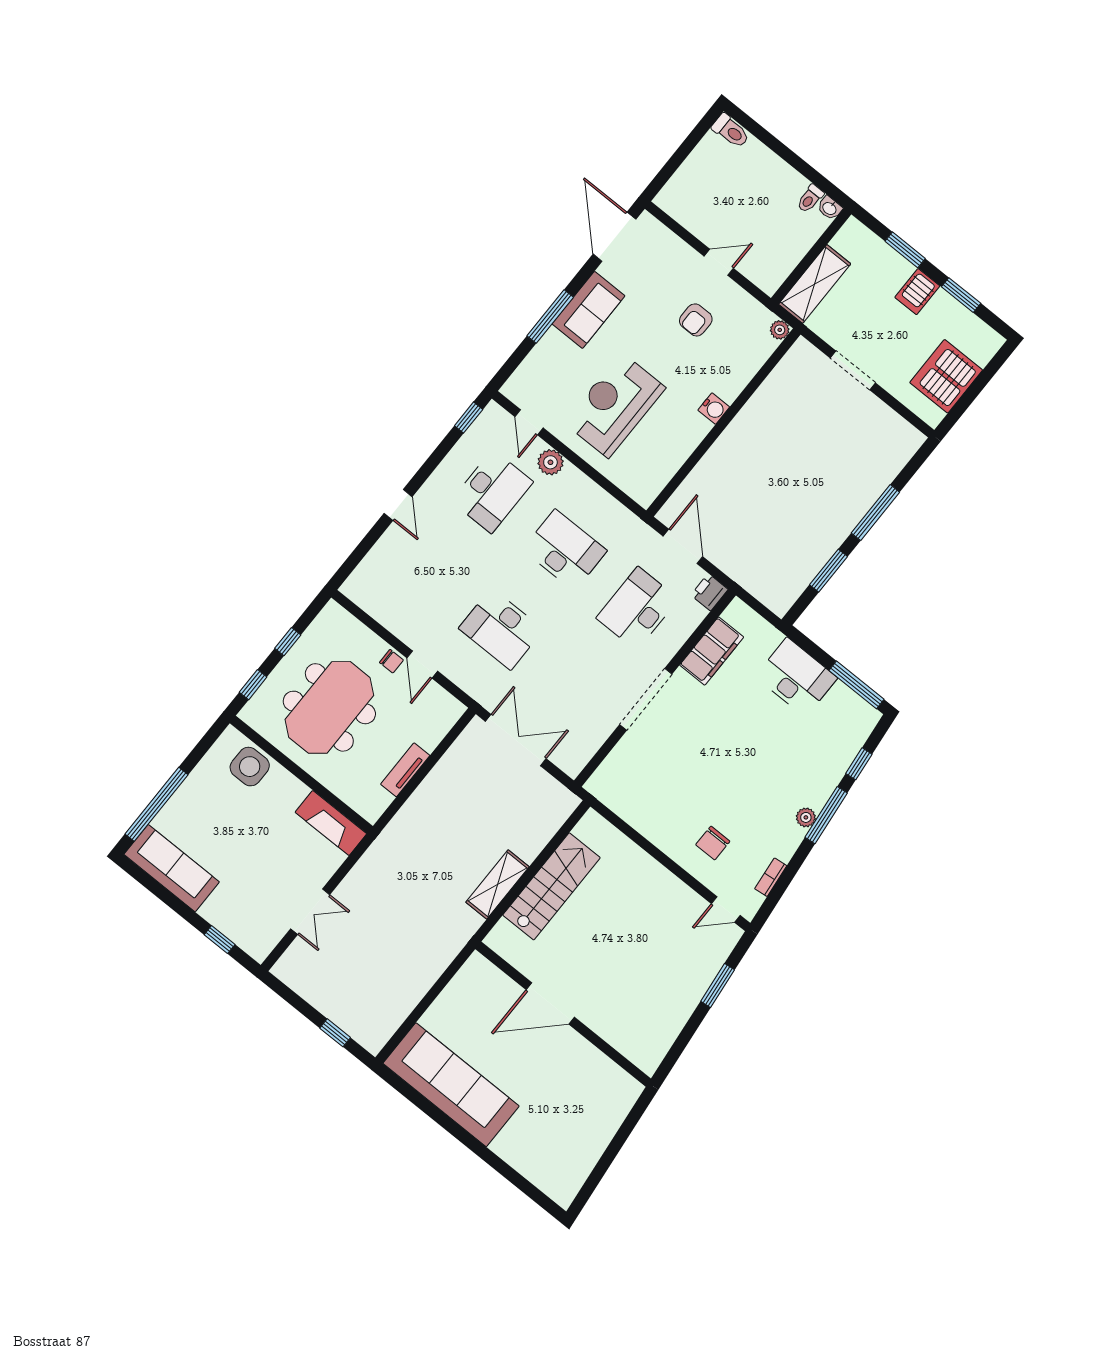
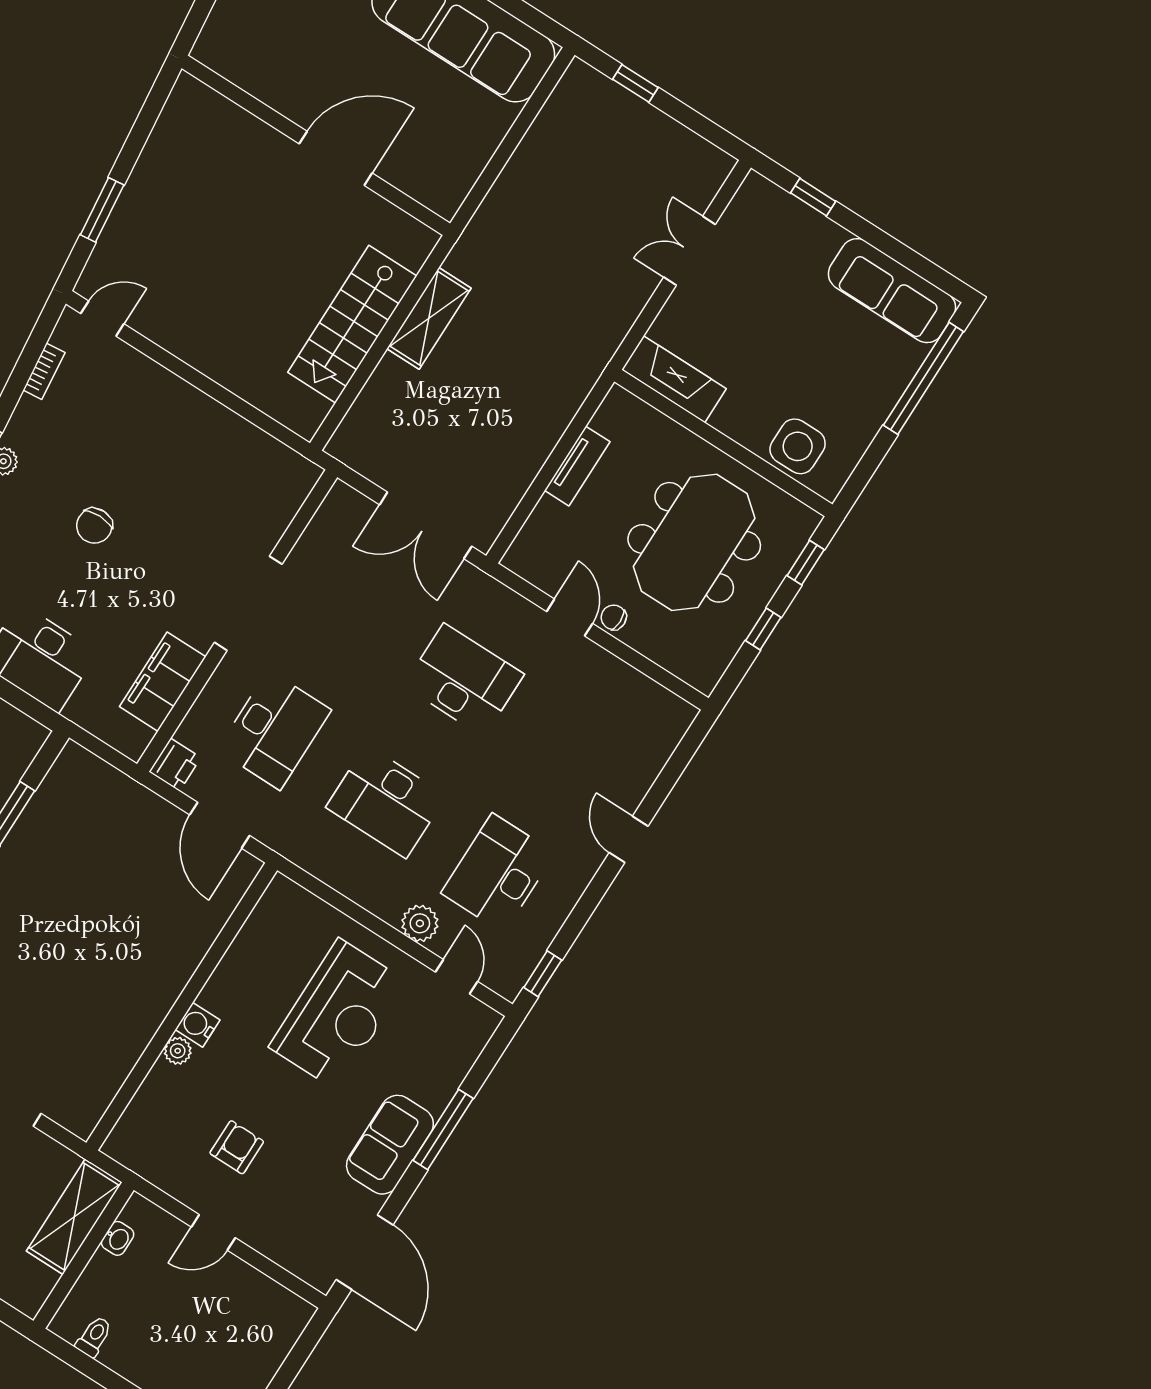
washbasin: (830, 208) -> (118, 1238), moved, turned 90
plant: (780, 330) -> (178, 1051), moved
chair: (713, 843) -> (94, 526), moved, turned 180

